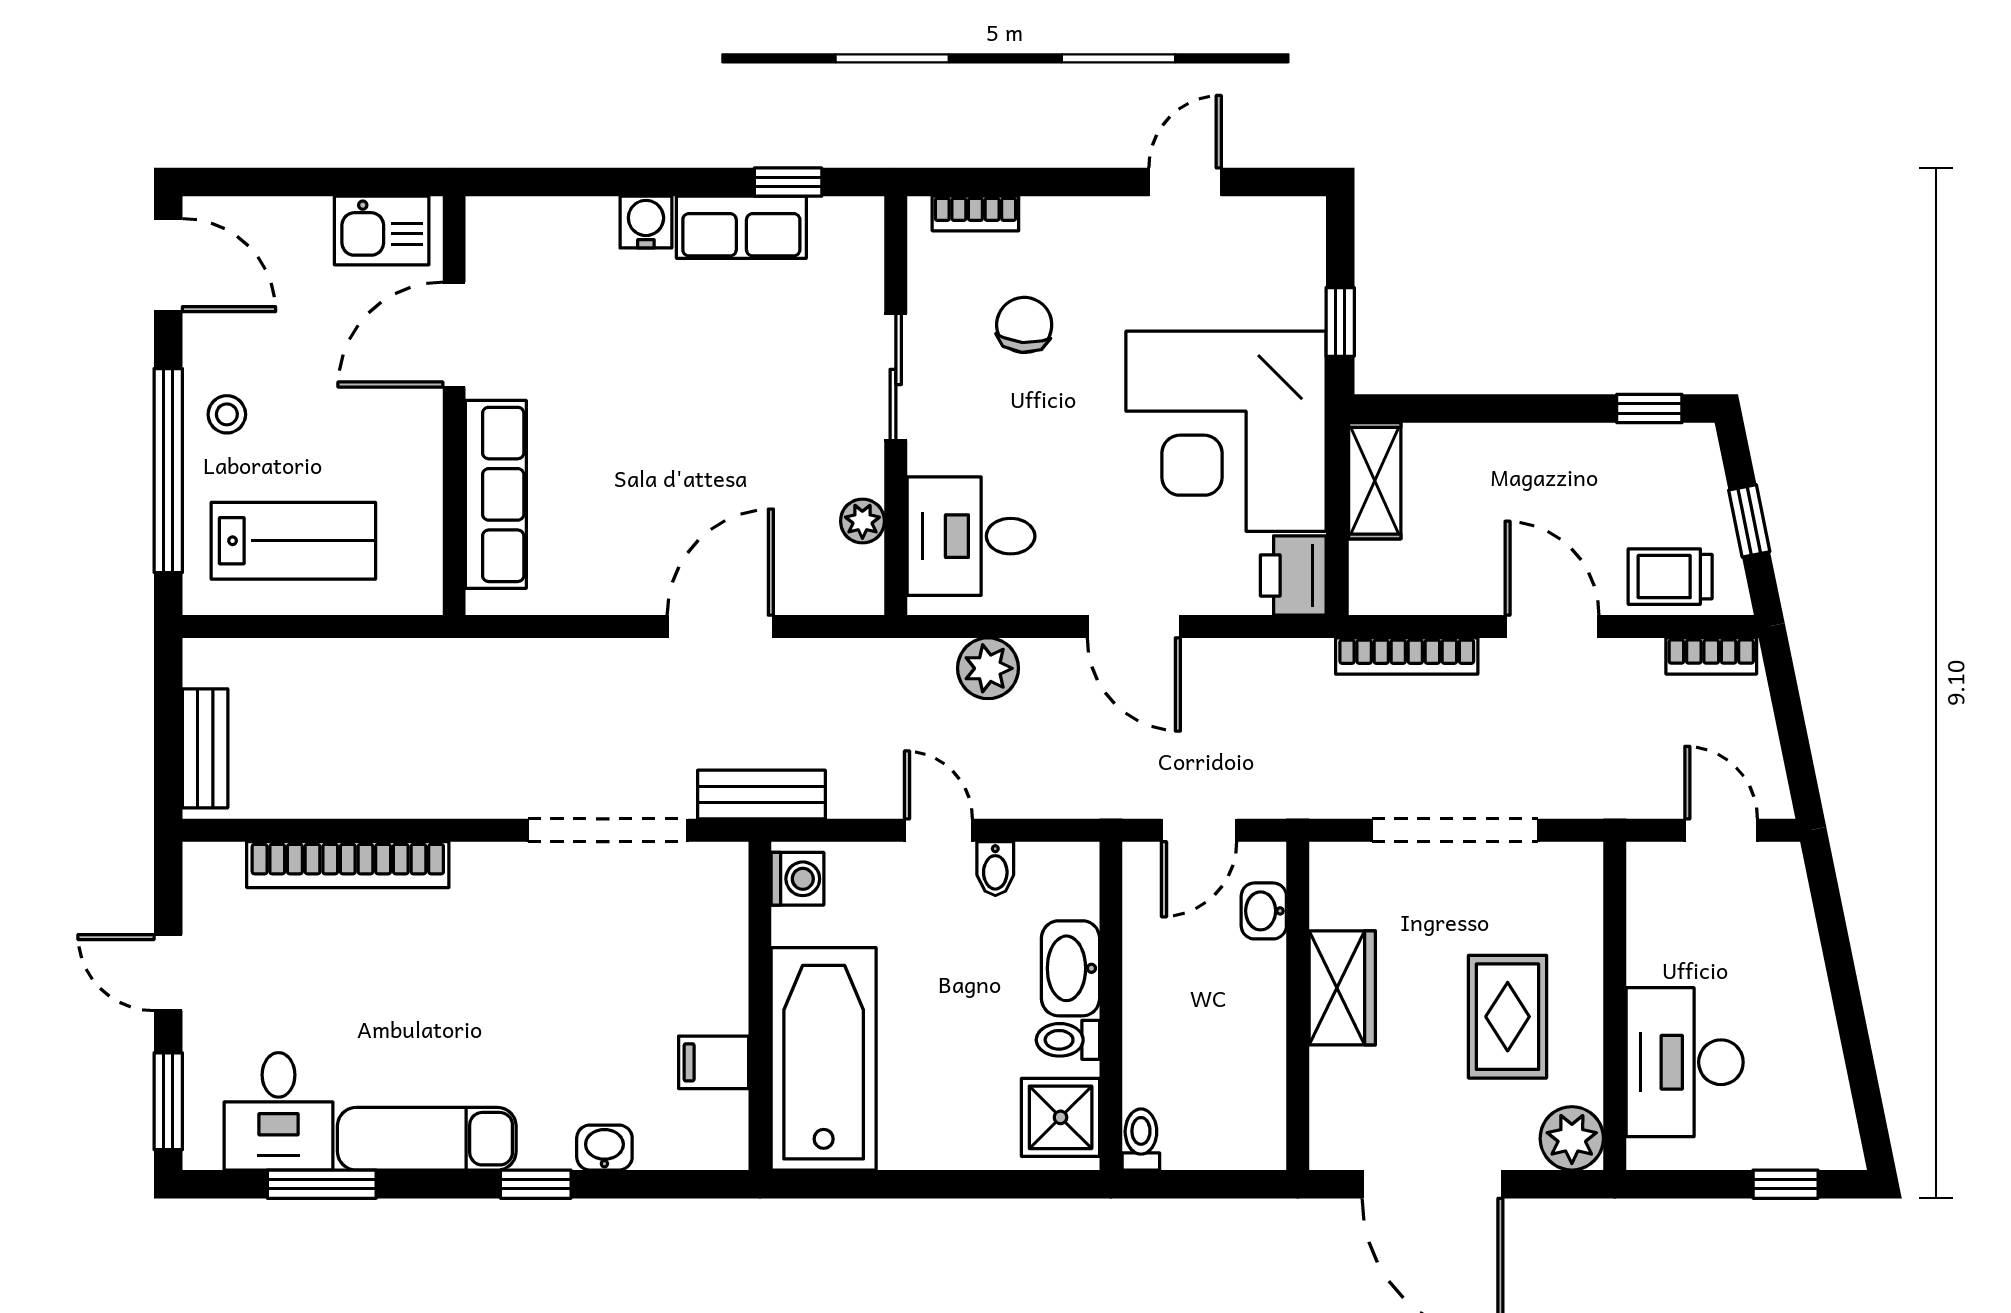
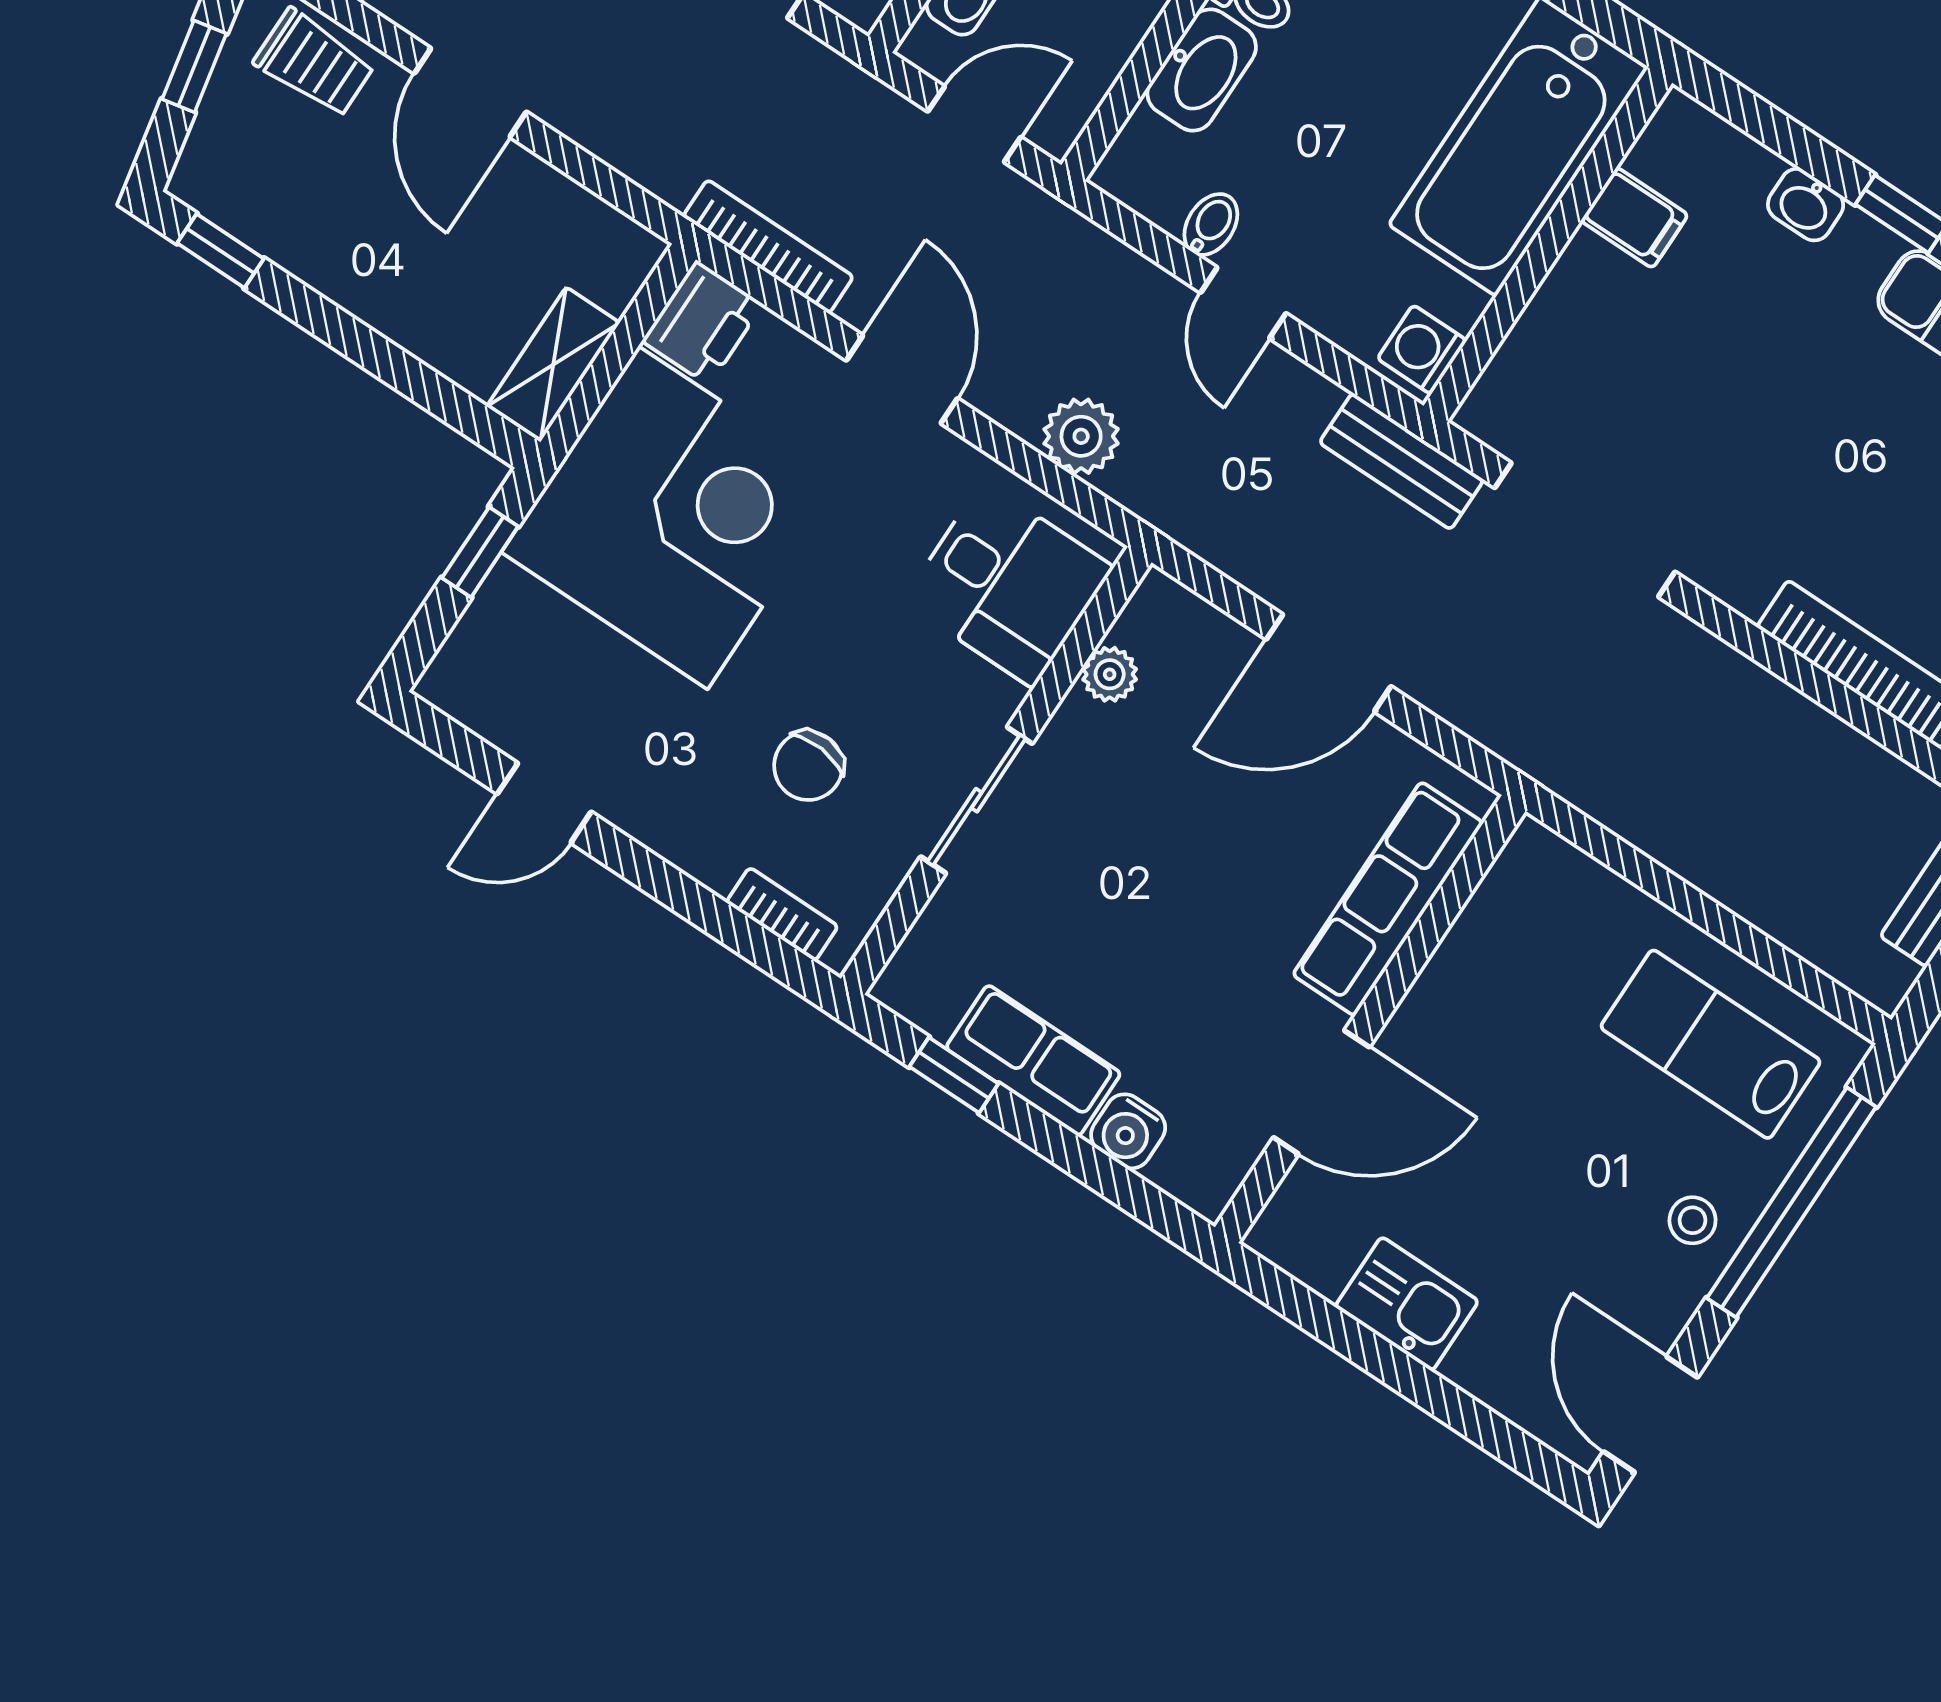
door: (454, 335) -> (1321, 1092), moved
wall: (454, 406) -> (1370, 1019), moved
row of seats: (496, 494) -> (1388, 899), moved
bookcase: (1407, 656) -> (768, 247), moved

